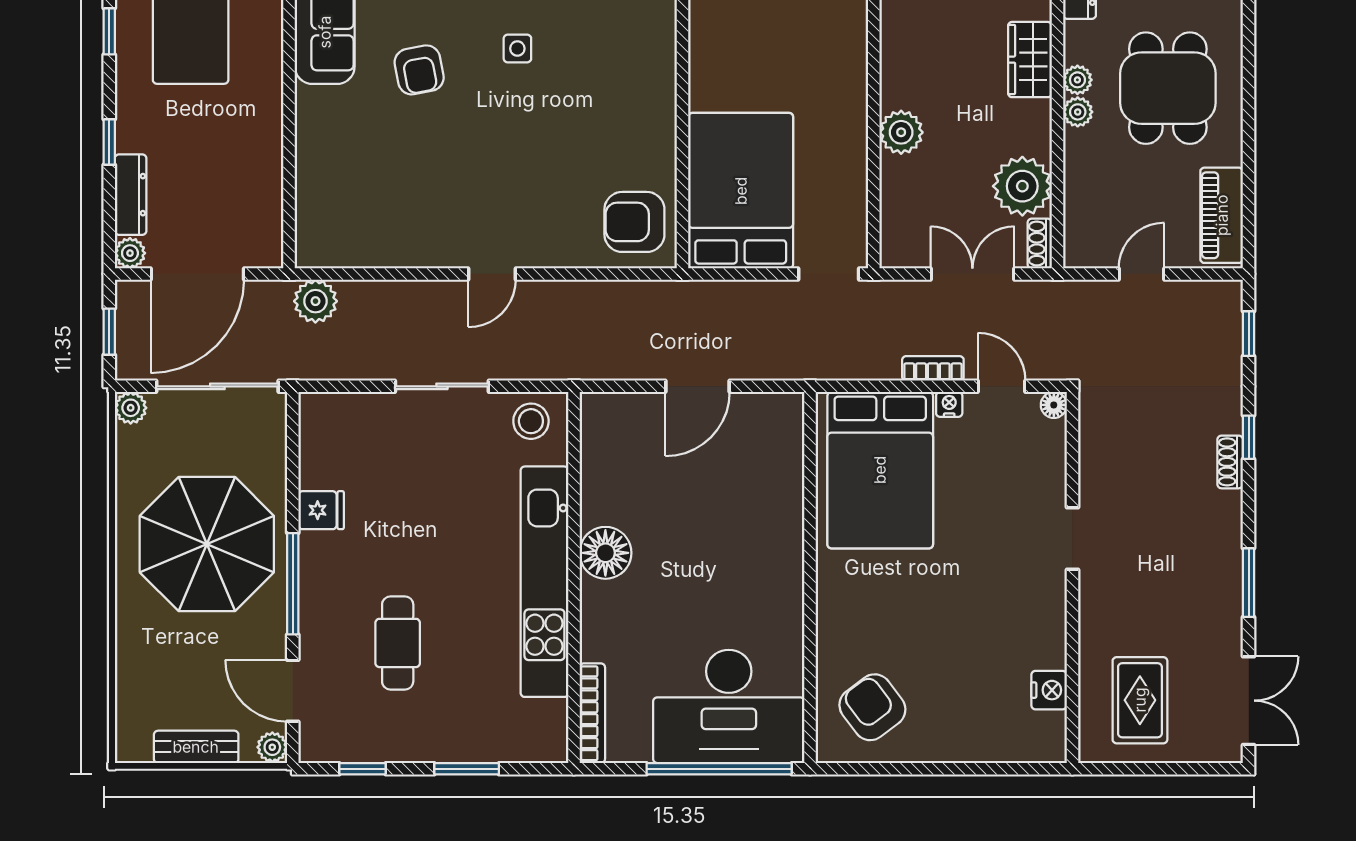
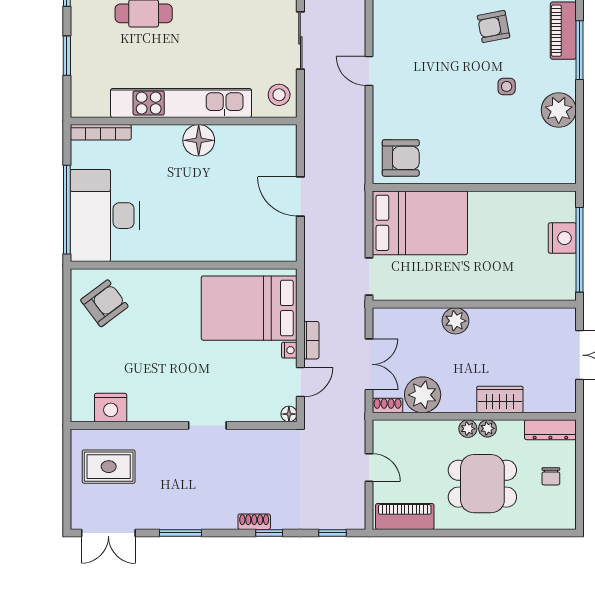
armchair: (634, 222) -> (401, 158), turned 90
nightstand: (1049, 690) -> (111, 408), width x1.36, depth x1.33

